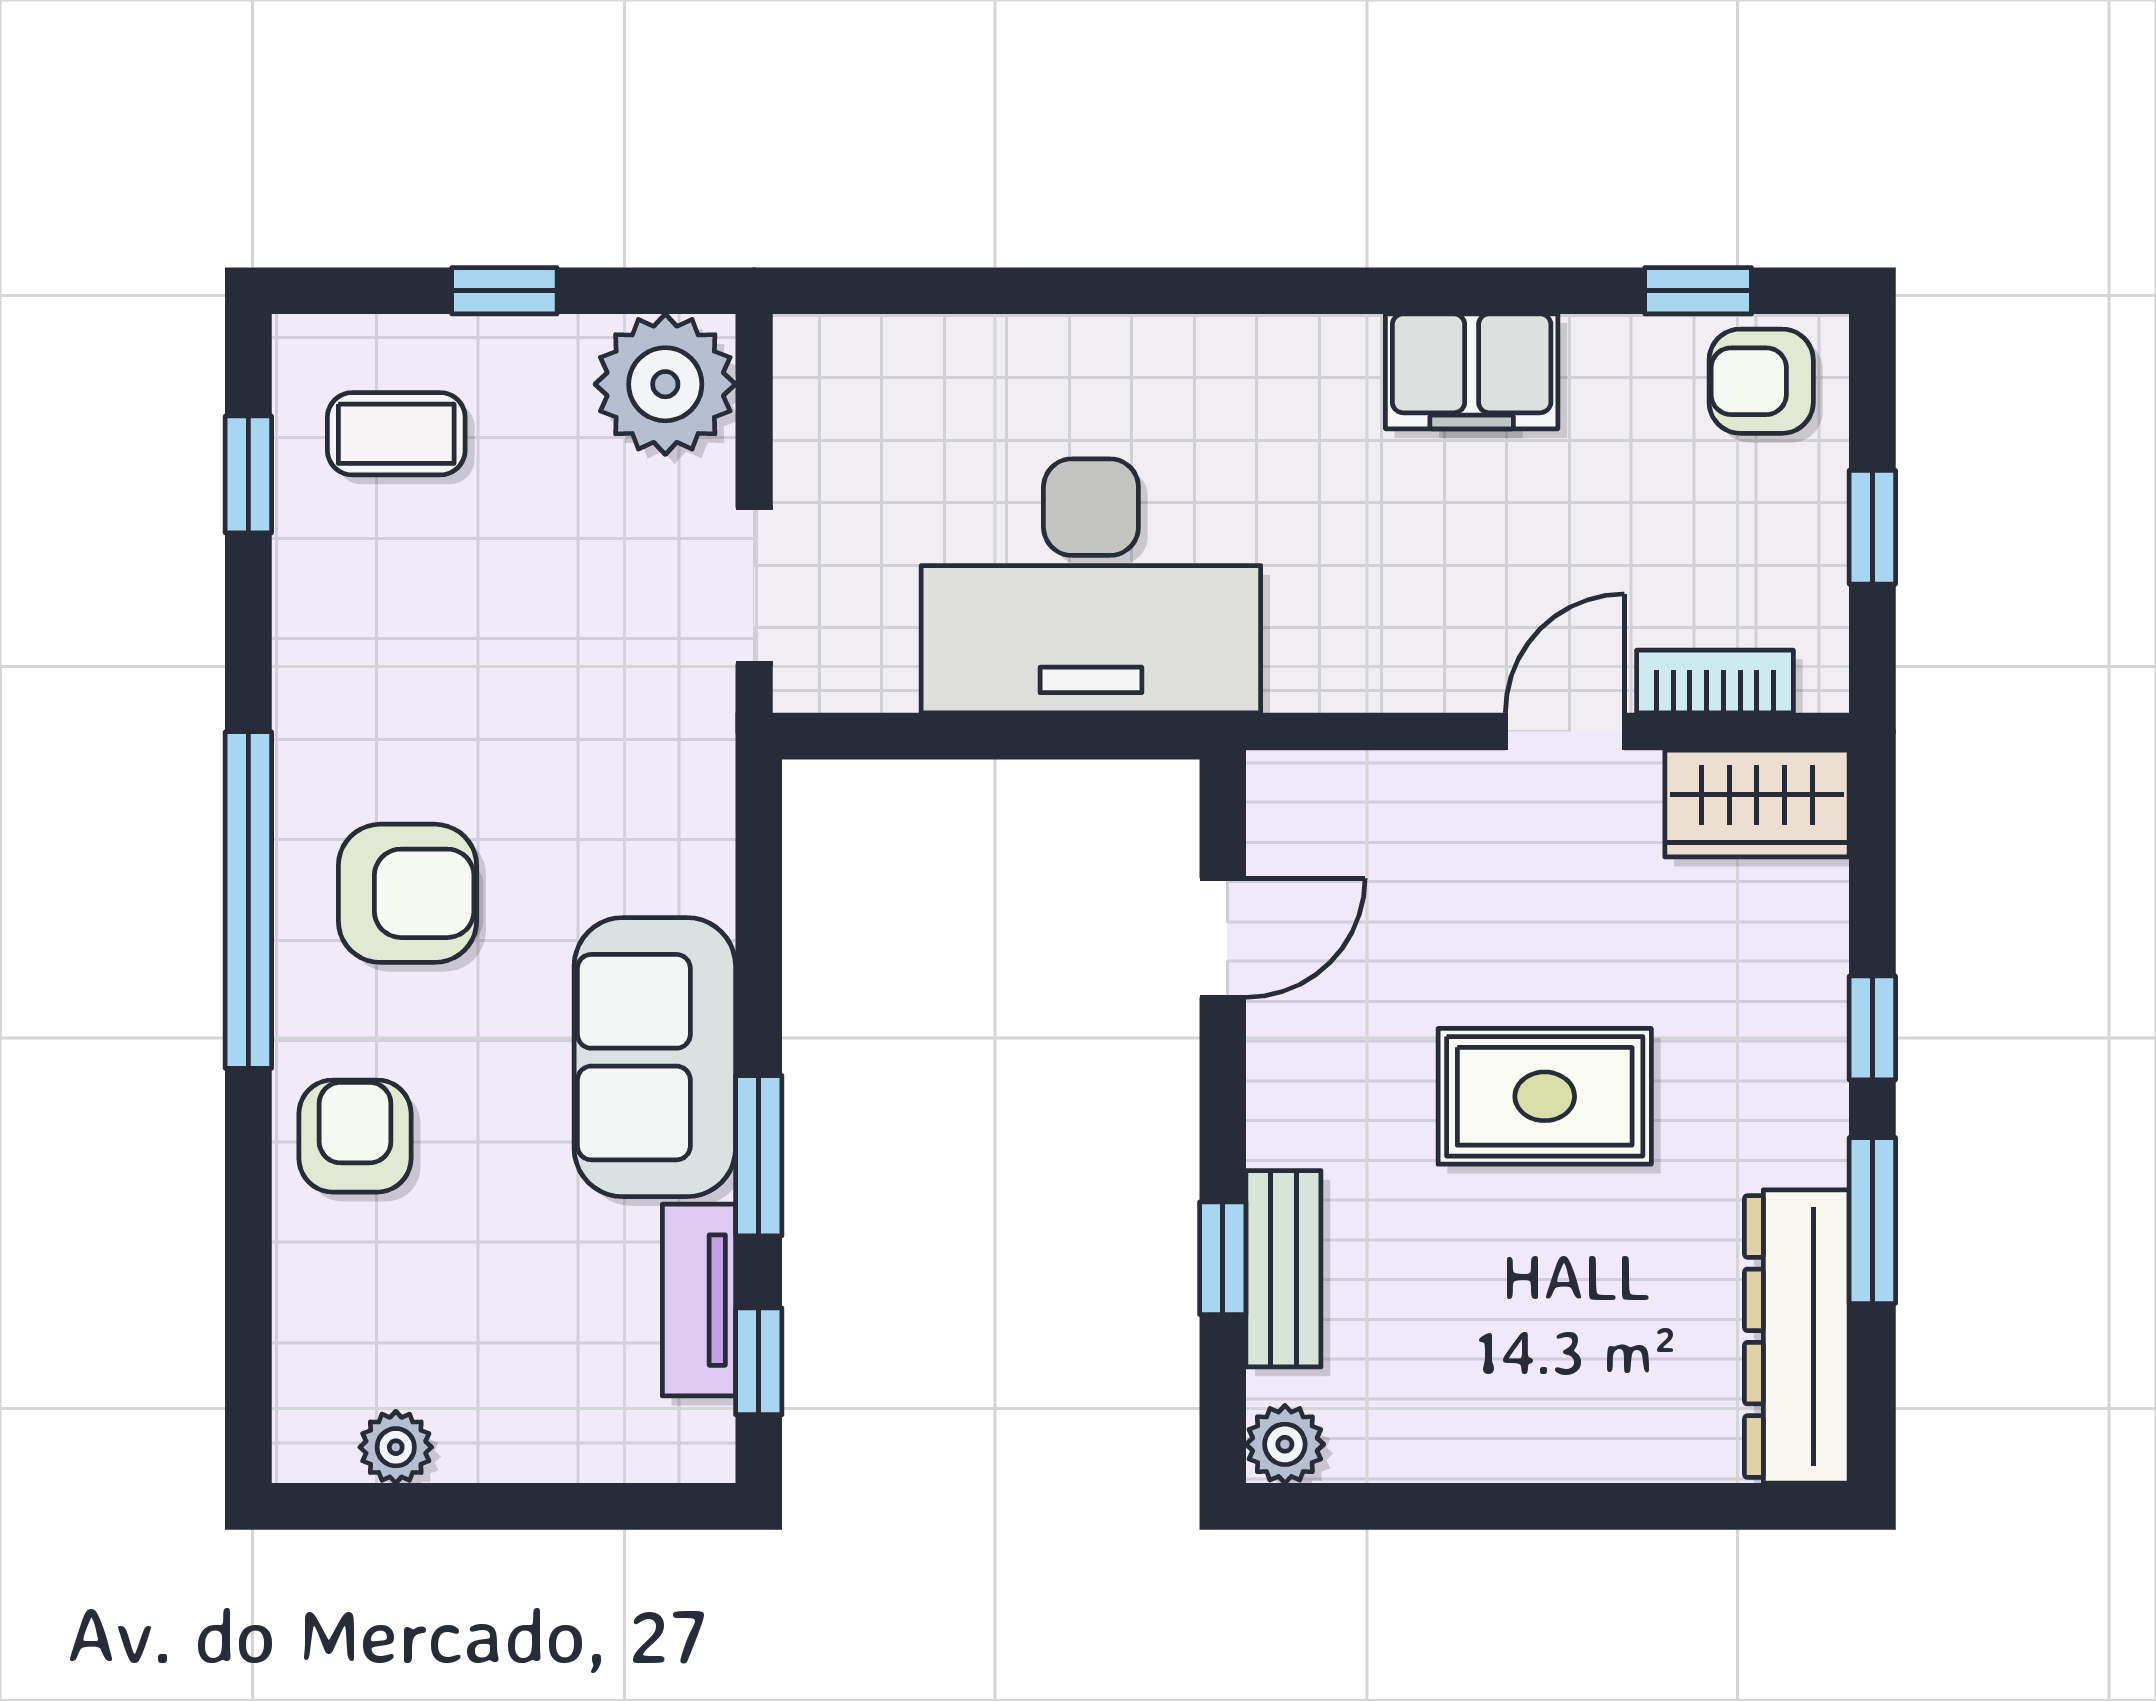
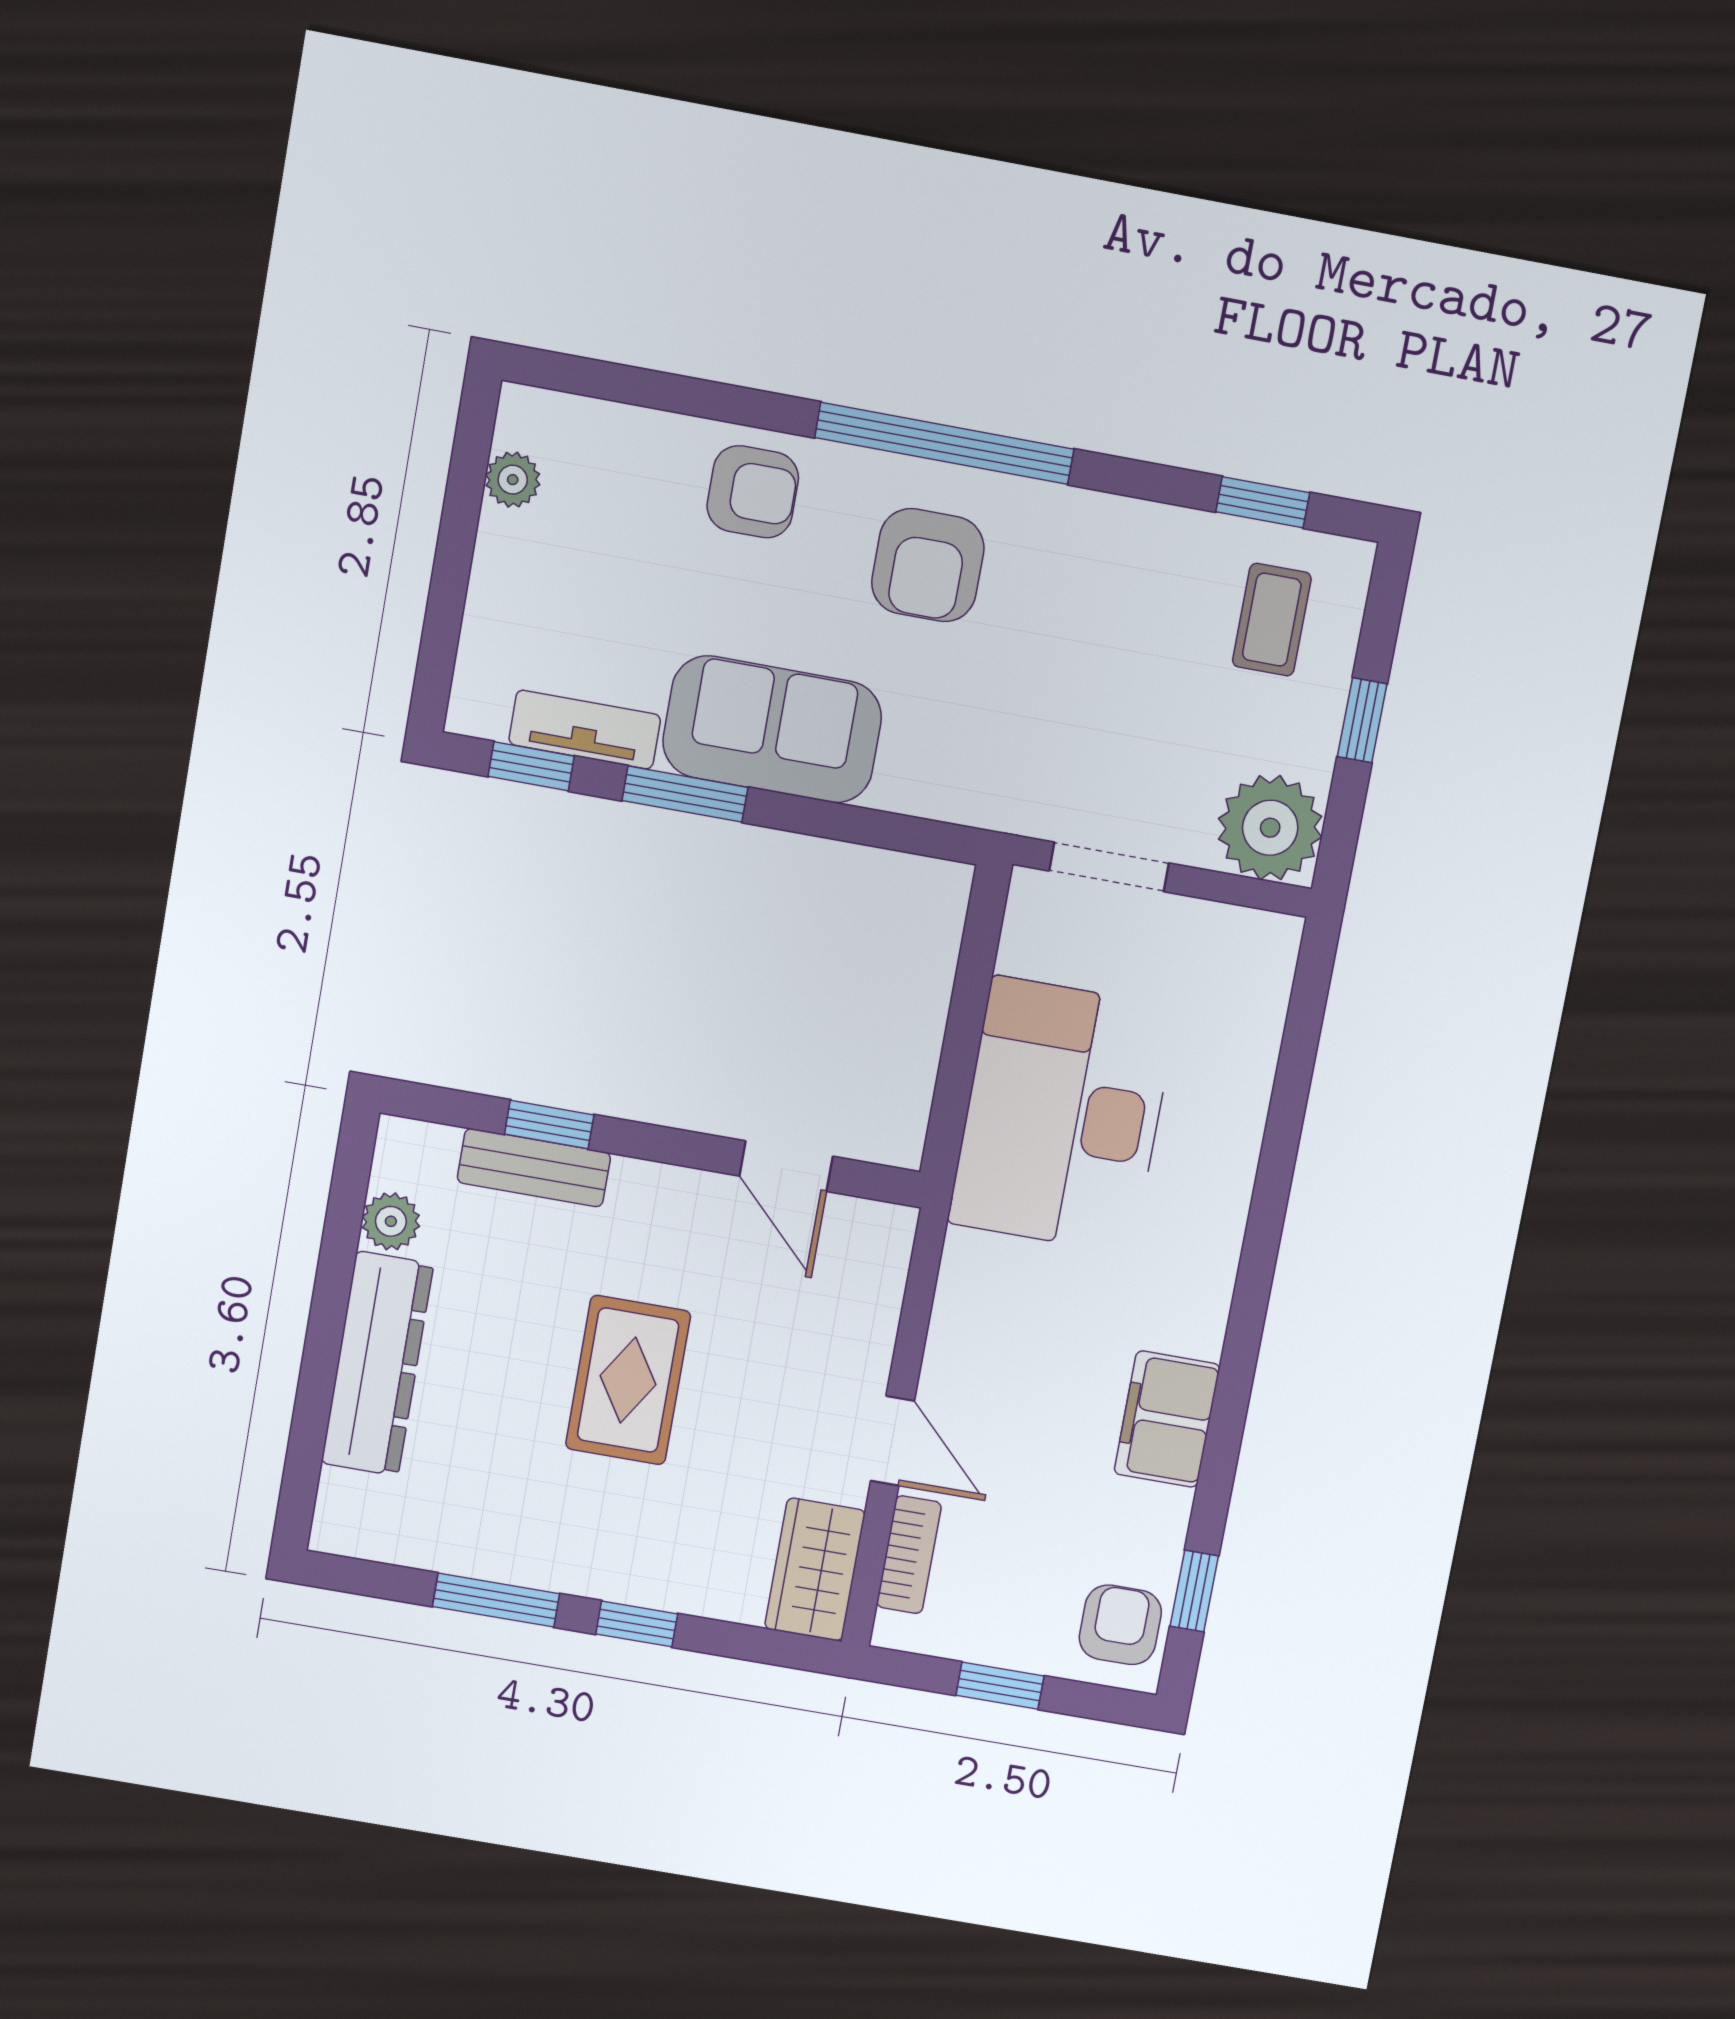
dresser: (1797, 1336) -> (377, 1364), moved, turned 90
plant: (1285, 1444) -> (391, 1221), moved

